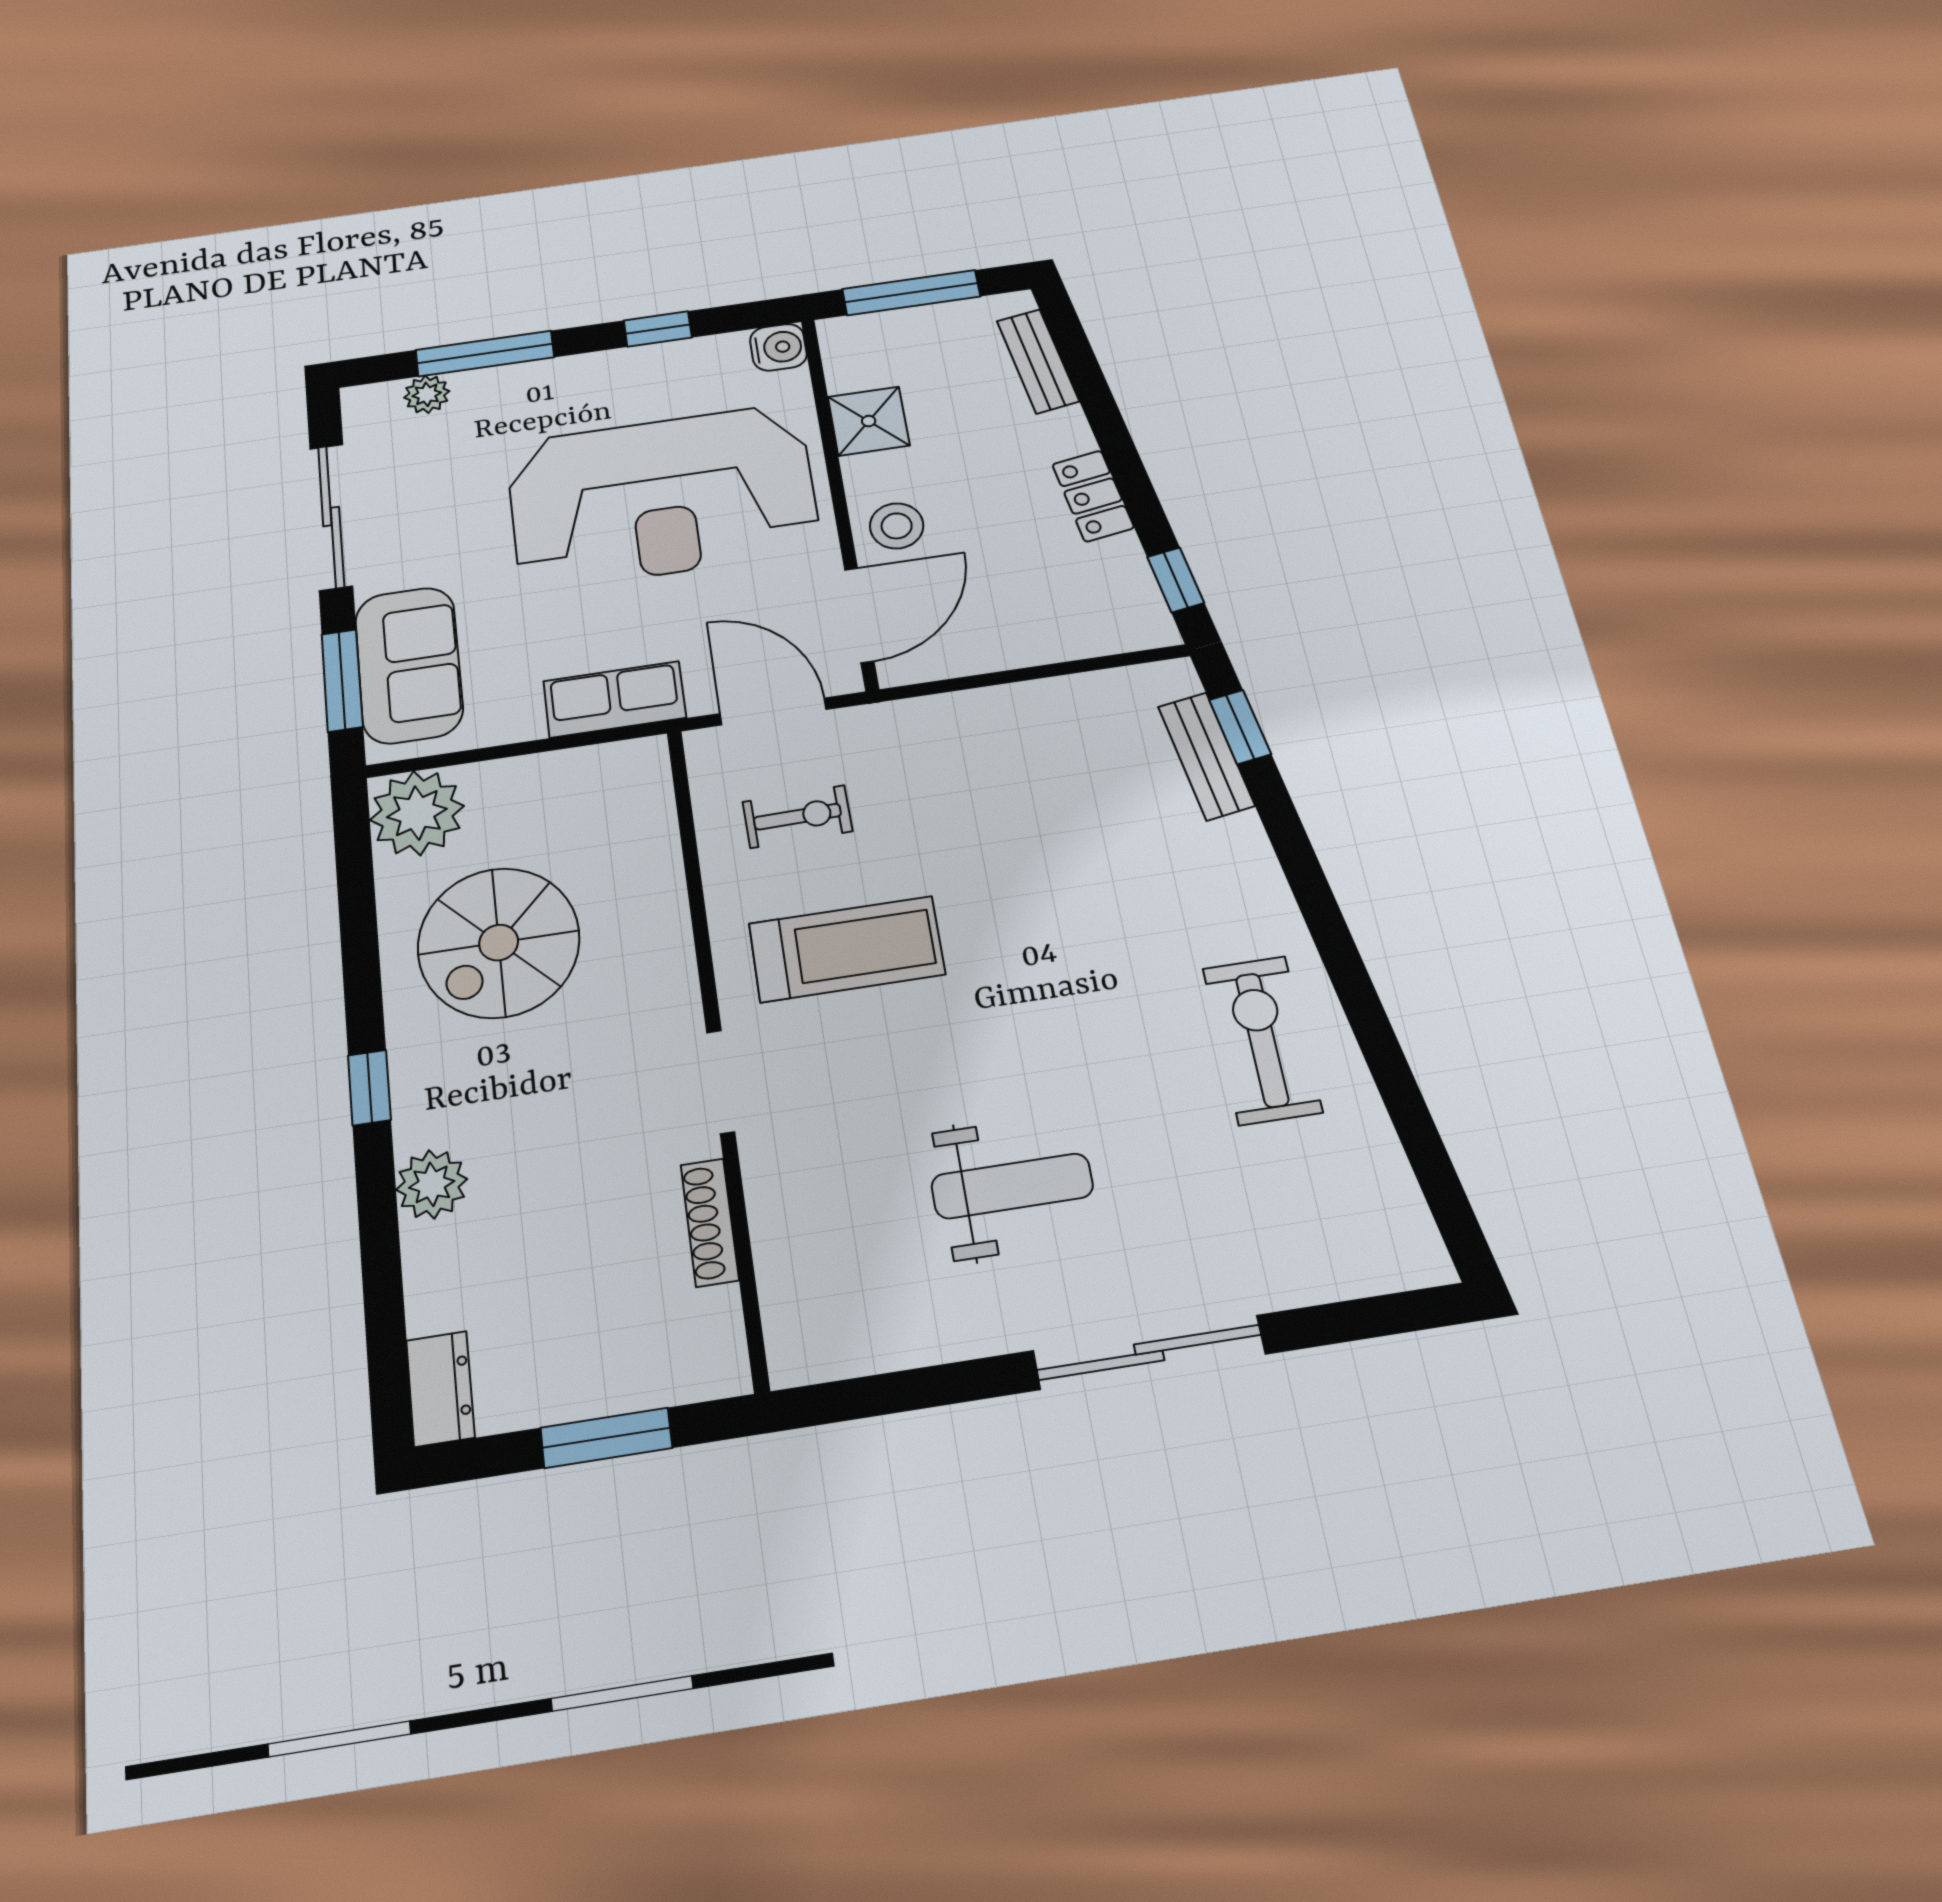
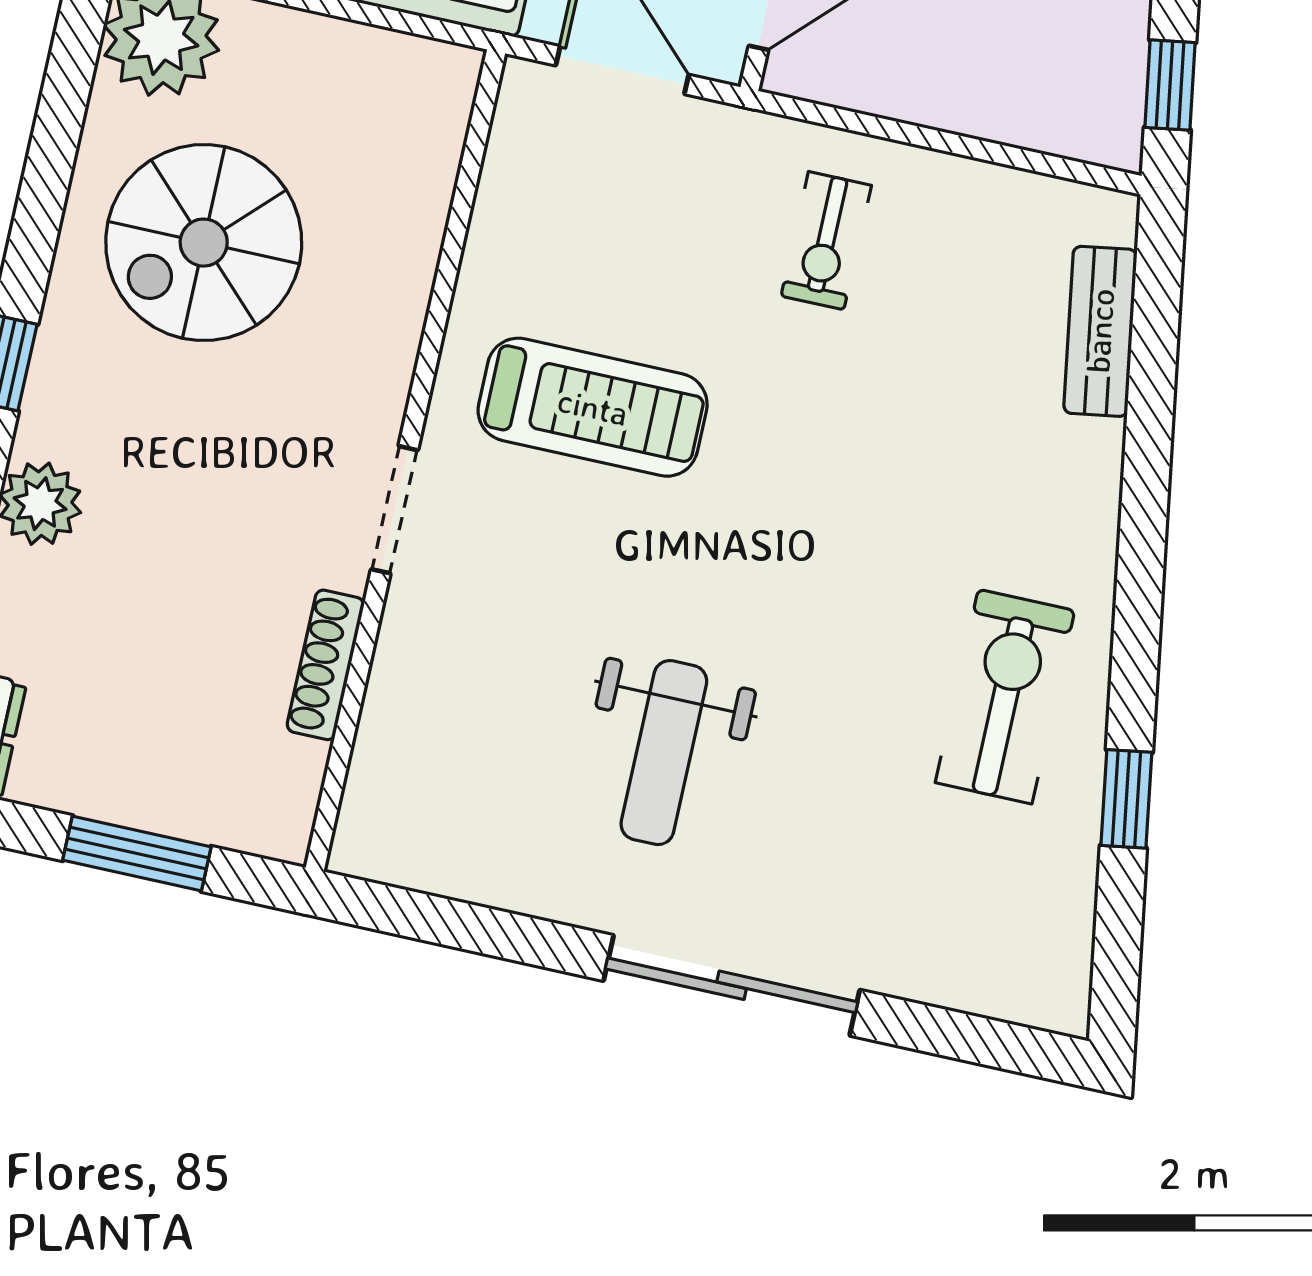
window: (1240, 727) -> (1126, 799), moved
exercise bike: (797, 817) -> (826, 241), moved, turned 91
weight bench: (1012, 1186) -> (664, 753), turned 90

